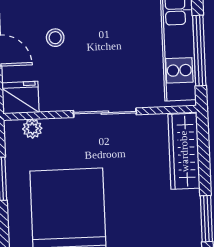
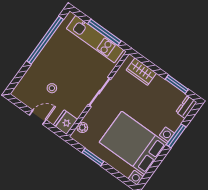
wardrobe: (184, 151) -> (141, 72), width x0.67

